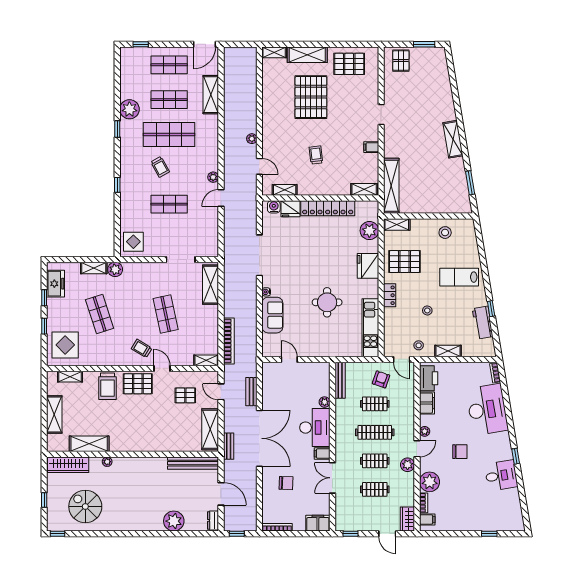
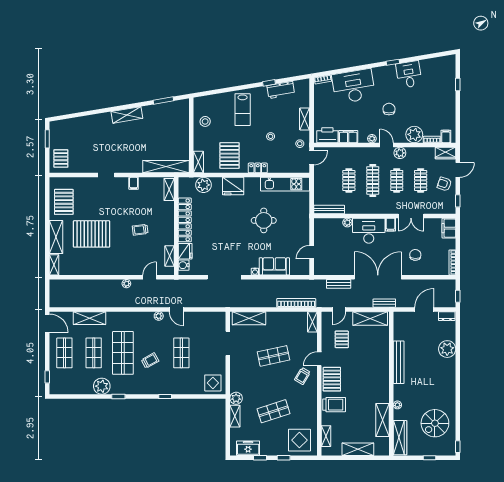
pallet: (401, 61) -> (61, 158), turned 90
armchair: (381, 379) -> (444, 184), moved
bench: (193, 463) -> (399, 362), moved

